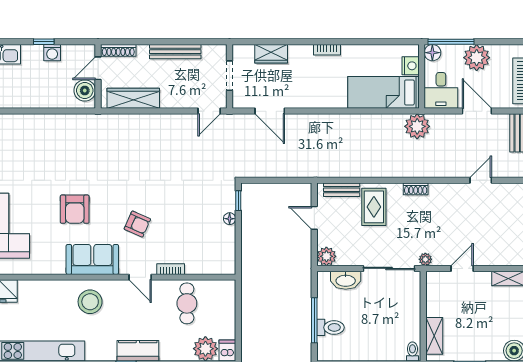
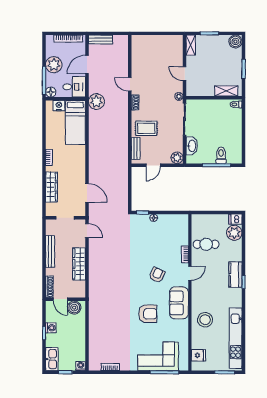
wardrobe: (271, 54) -> (51, 187), width x1.50
wardrobe: (133, 98) -> (79, 264), moved
door: (270, 111) -> (87, 193), hinge flipped
door: (481, 180) -> (130, 84), moved
stool: (90, 302) -> (205, 320), moved

